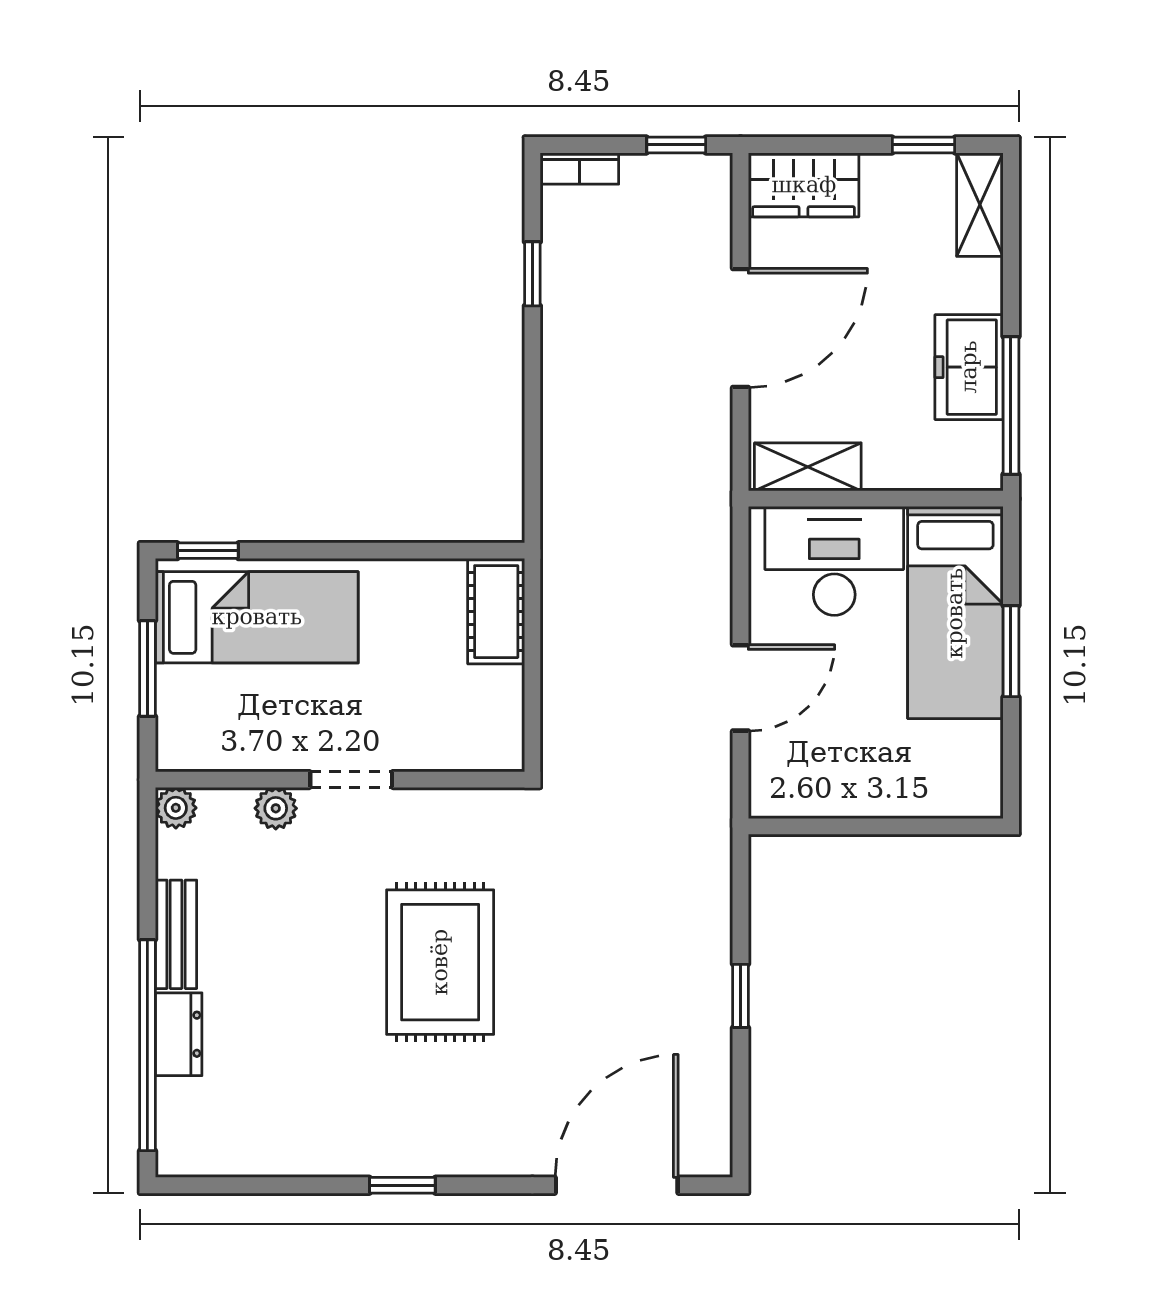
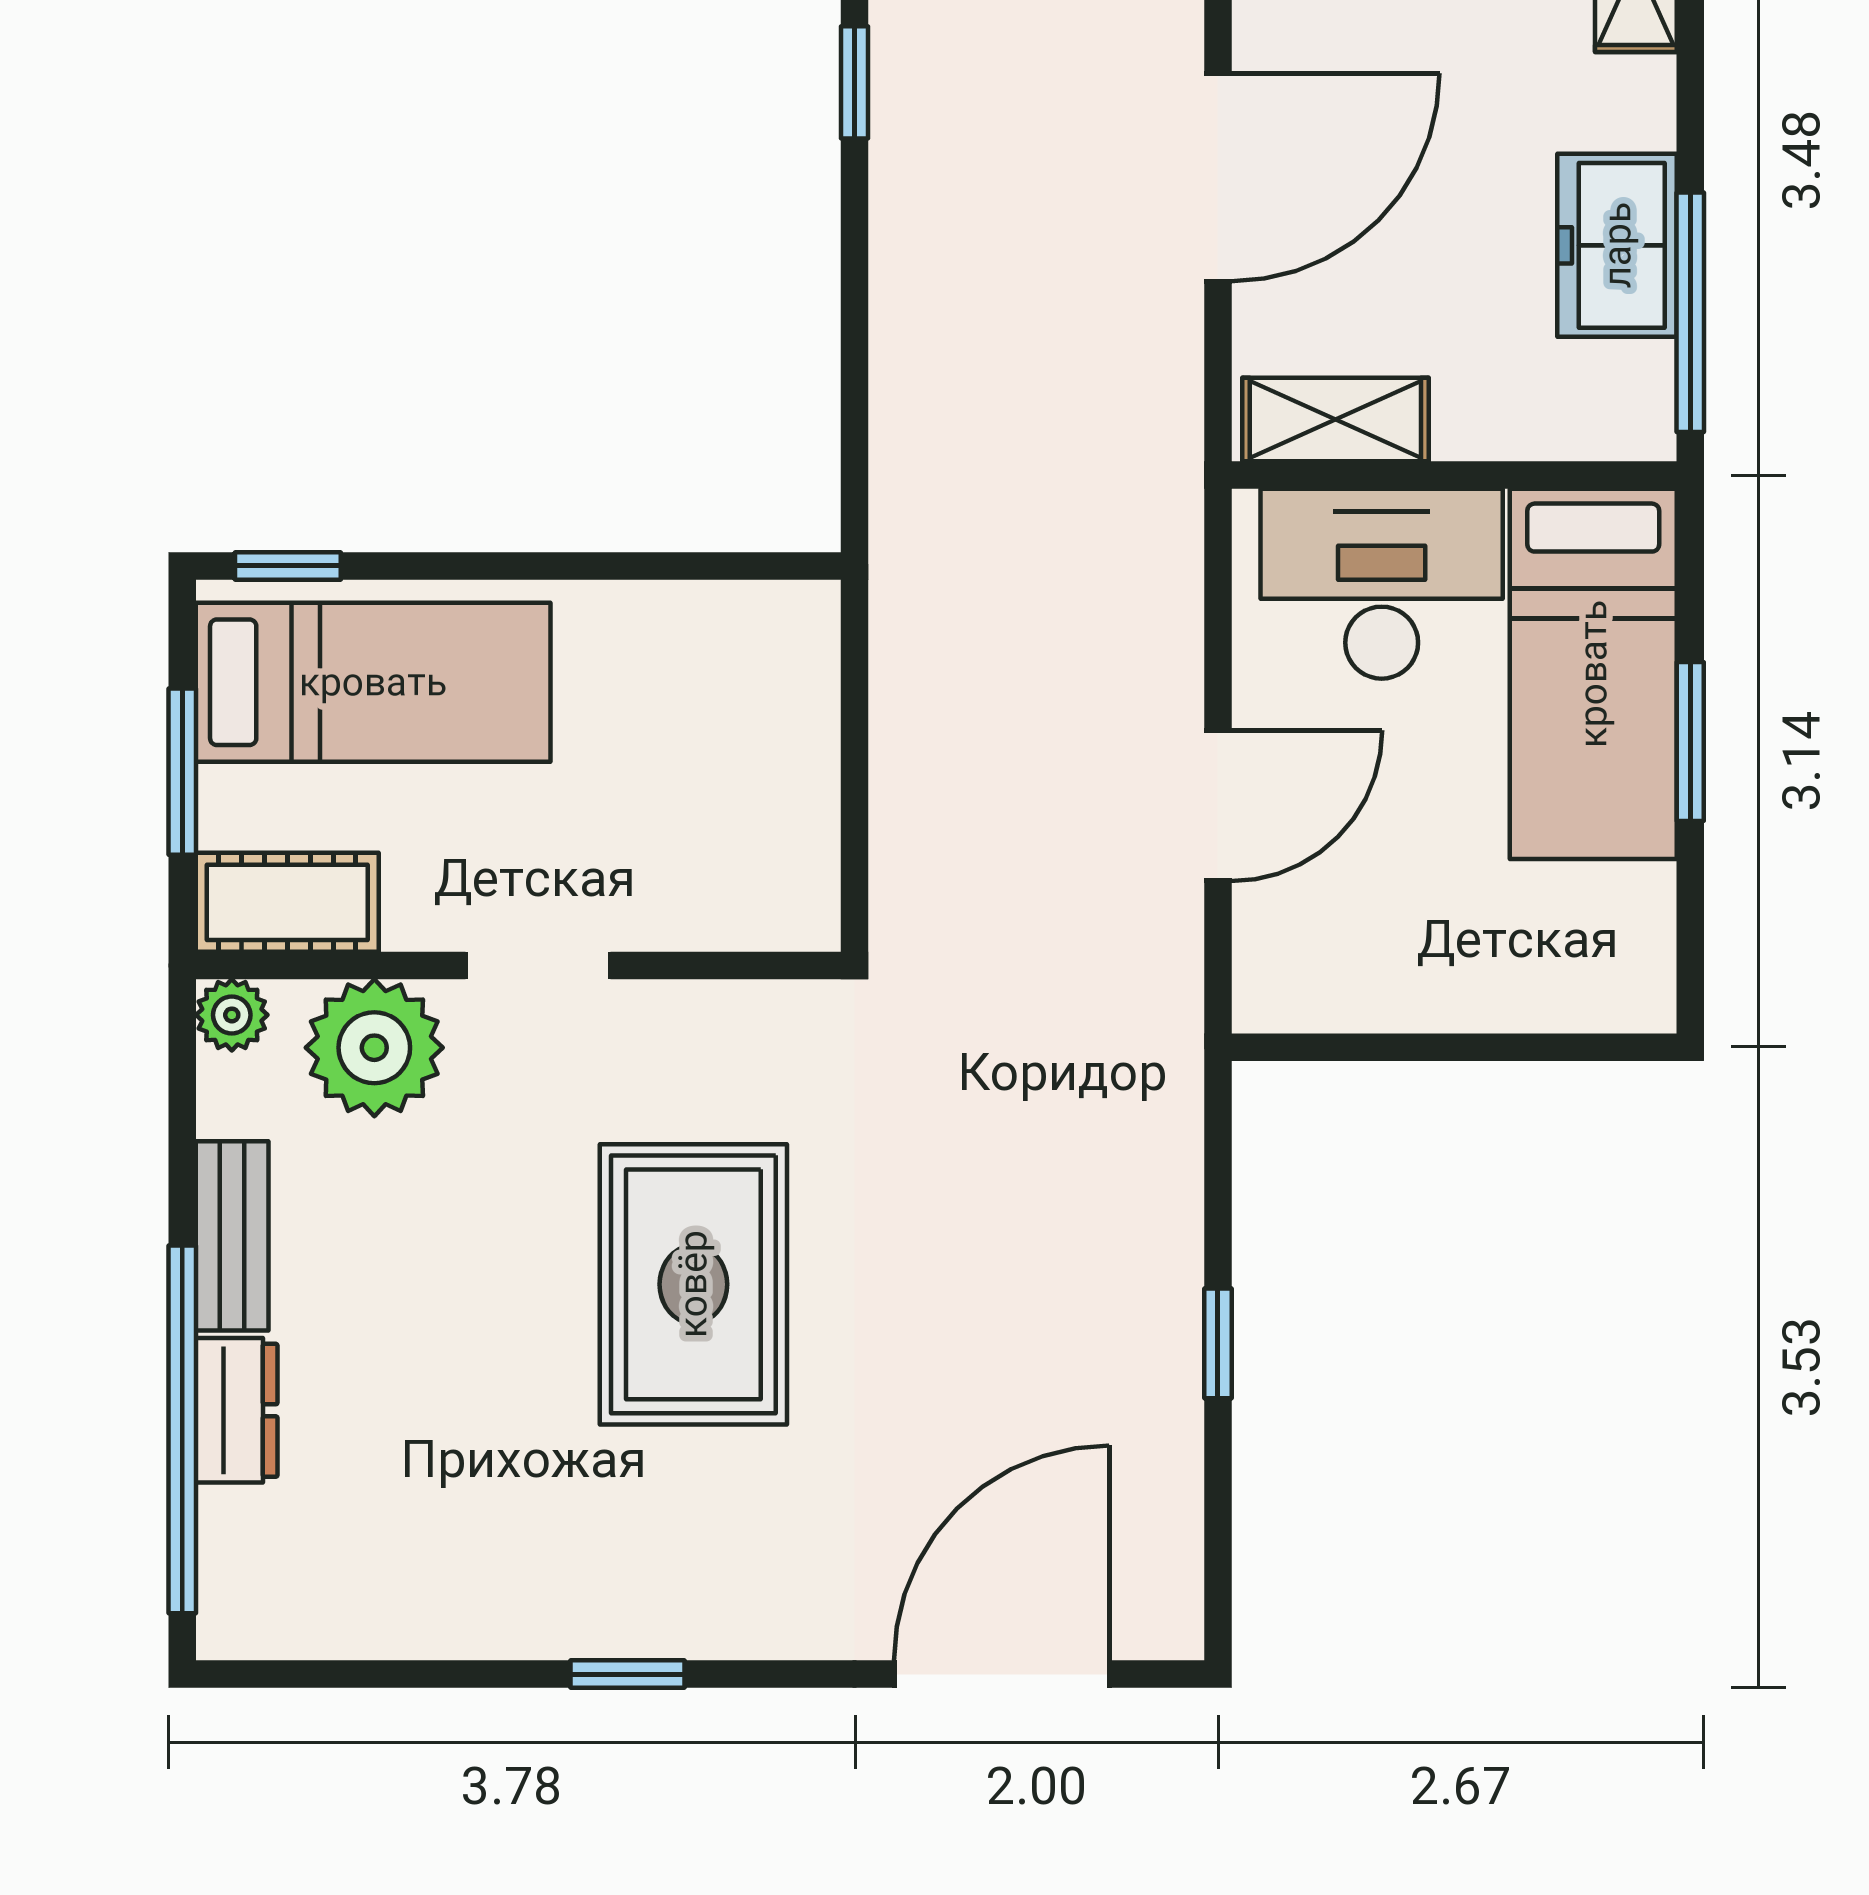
cot: (496, 612) -> (287, 902), moved, turned 90
plant: (276, 808) -> (374, 1048), width x1.88, depth x1.88

